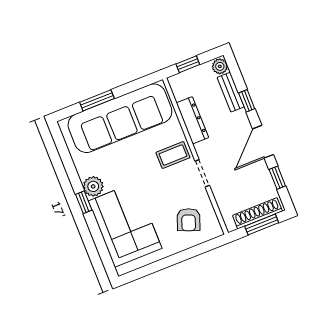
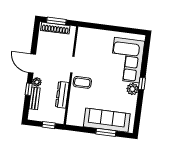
plant: (220, 66) -> (37, 82), moved
sofa: (120, 118) -> (107, 120), width x0.74, depth x0.79
door: (263, 142) -> (32, 64), swing flipped
window: (277, 178) -> (35, 41), removed
armchair: (189, 220) -> (93, 44), removed

